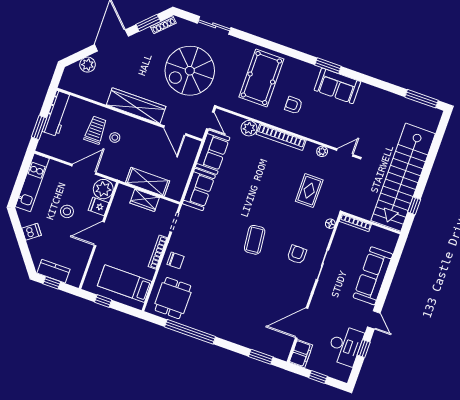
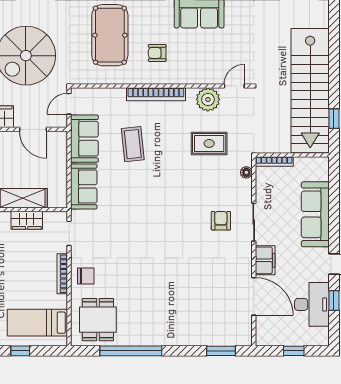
door: (210, 121) -> (69, 104), swing flipped
plant: (249, 128) -> (116, 97), removed
plant: (322, 151) -> (208, 99), width x1.88, depth x1.88
rug: (309, 191) -> (209, 143), turned 90
coffee table: (255, 240) -> (133, 144), moved
door: (302, 323) -> (254, 296), swing flipped
filing cabinet: (301, 354) -> (265, 260), moved

